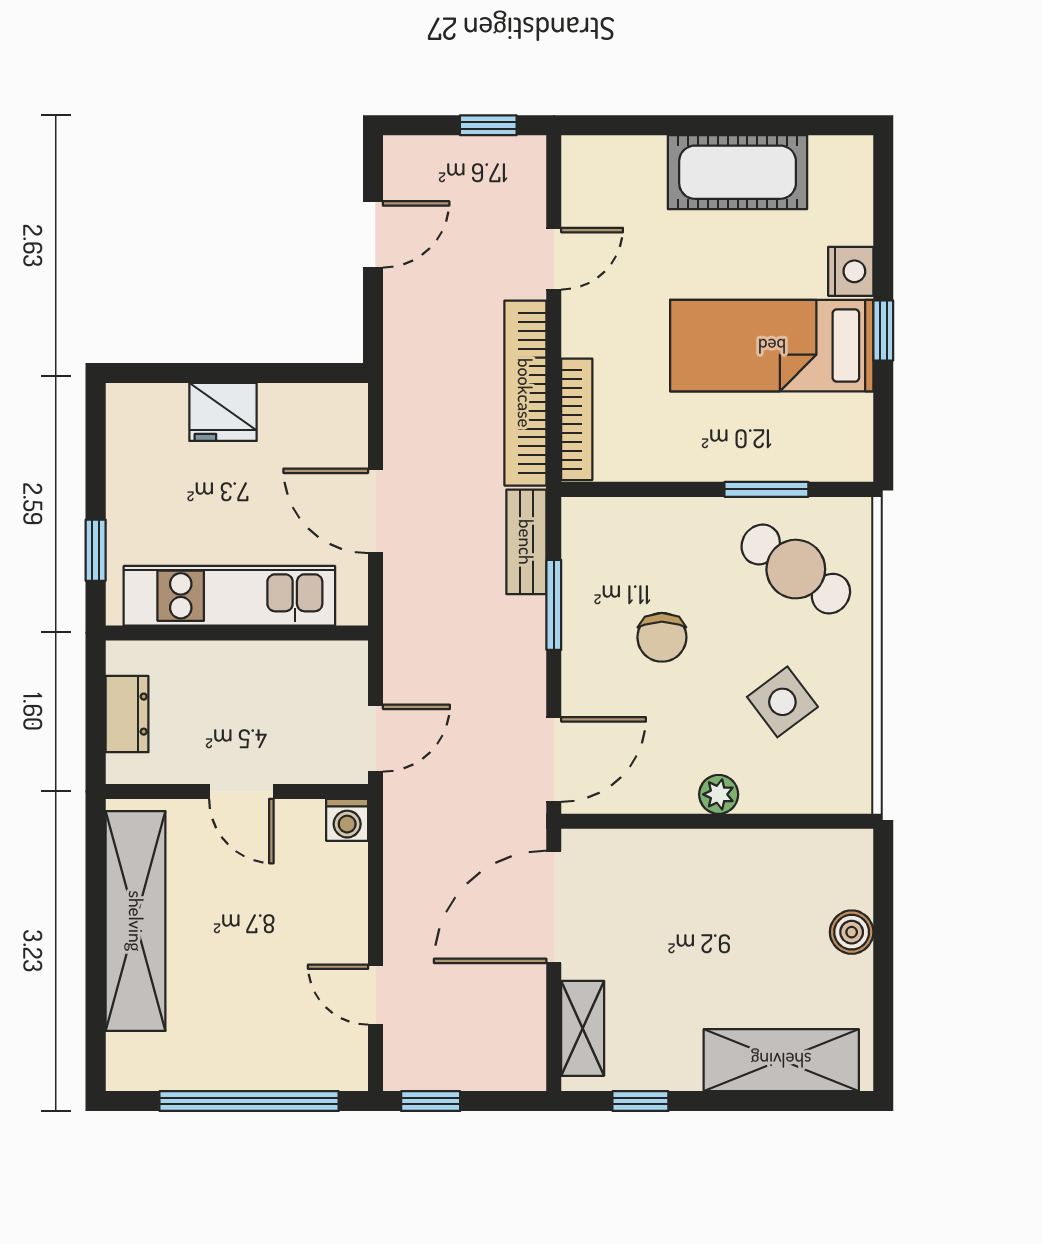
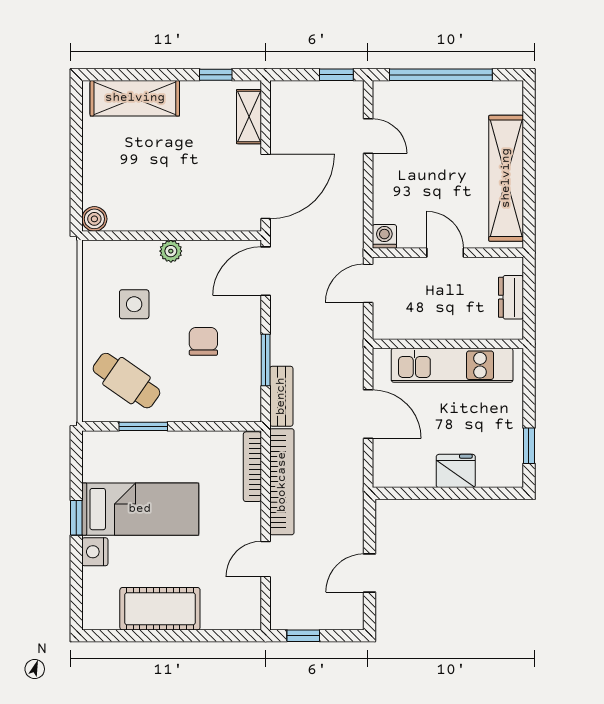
window: (96, 550) -> (529, 446), moved
side table: (782, 702) -> (134, 304), turned 37
boiler: (852, 932) -> (94, 219), moved

